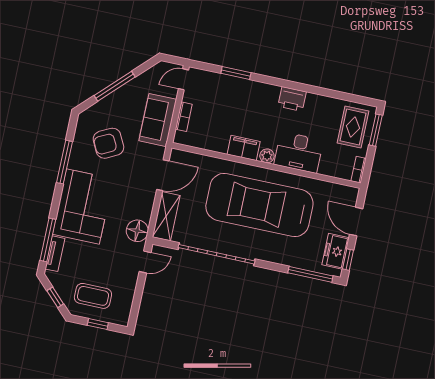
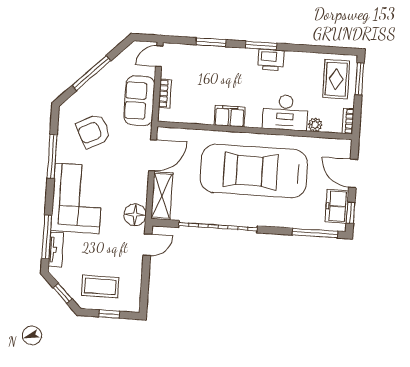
window: (284, 83) -> (261, 46), added
plant: (267, 156) -> (315, 125), moved

